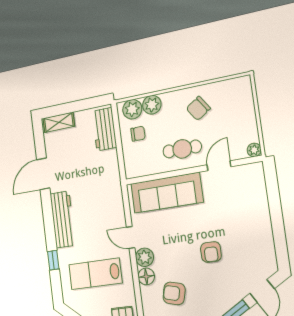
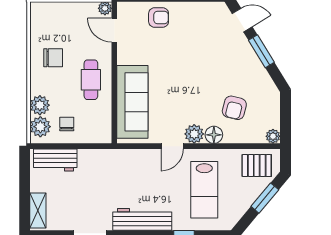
chair: (198, 108) -> (53, 58), turned -56
door: (219, 166) -> (114, 30), moved
armchair: (211, 252) -> (159, 17), moved

